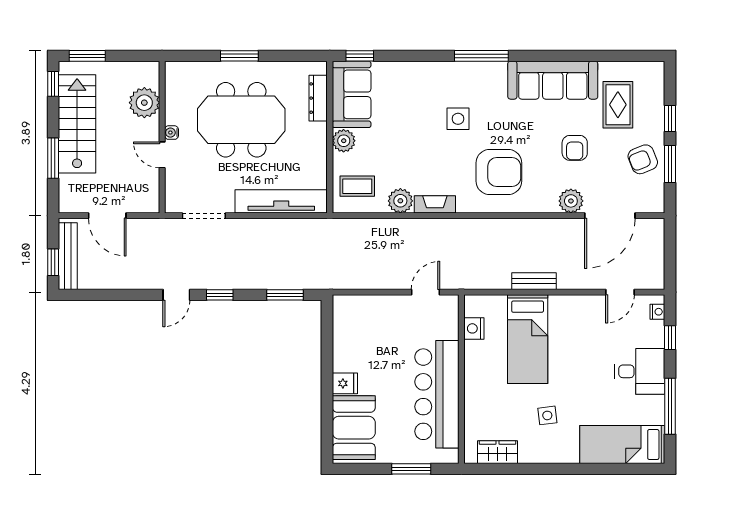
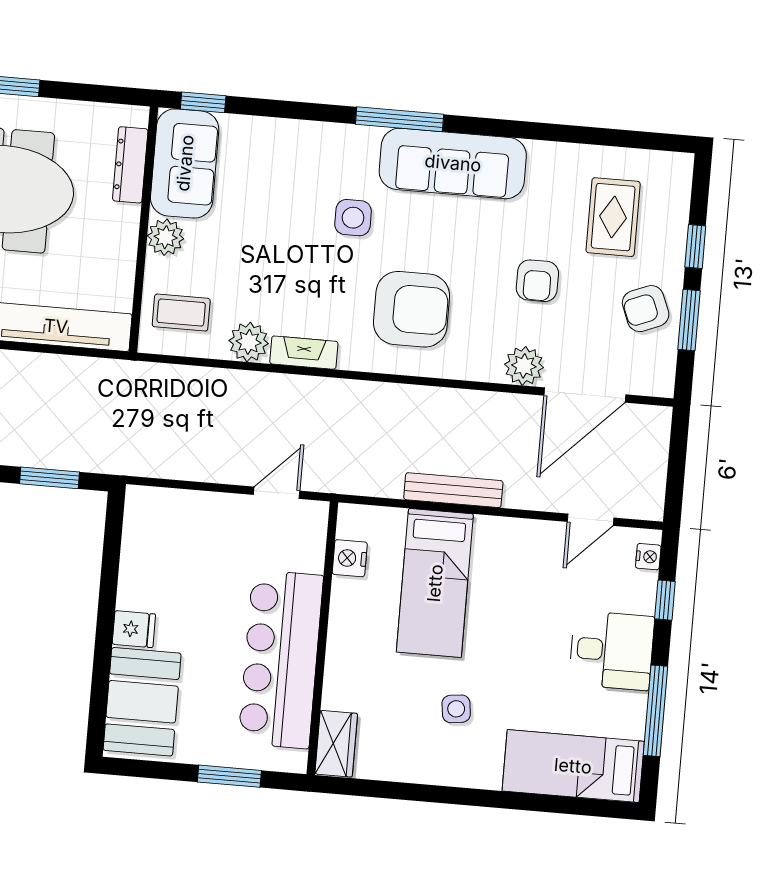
sofa: (553, 80) -> (453, 163), moved
bench: (534, 281) -> (453, 490), width x1.36
wardrobe: (497, 452) -> (336, 744), moved, turned 90

